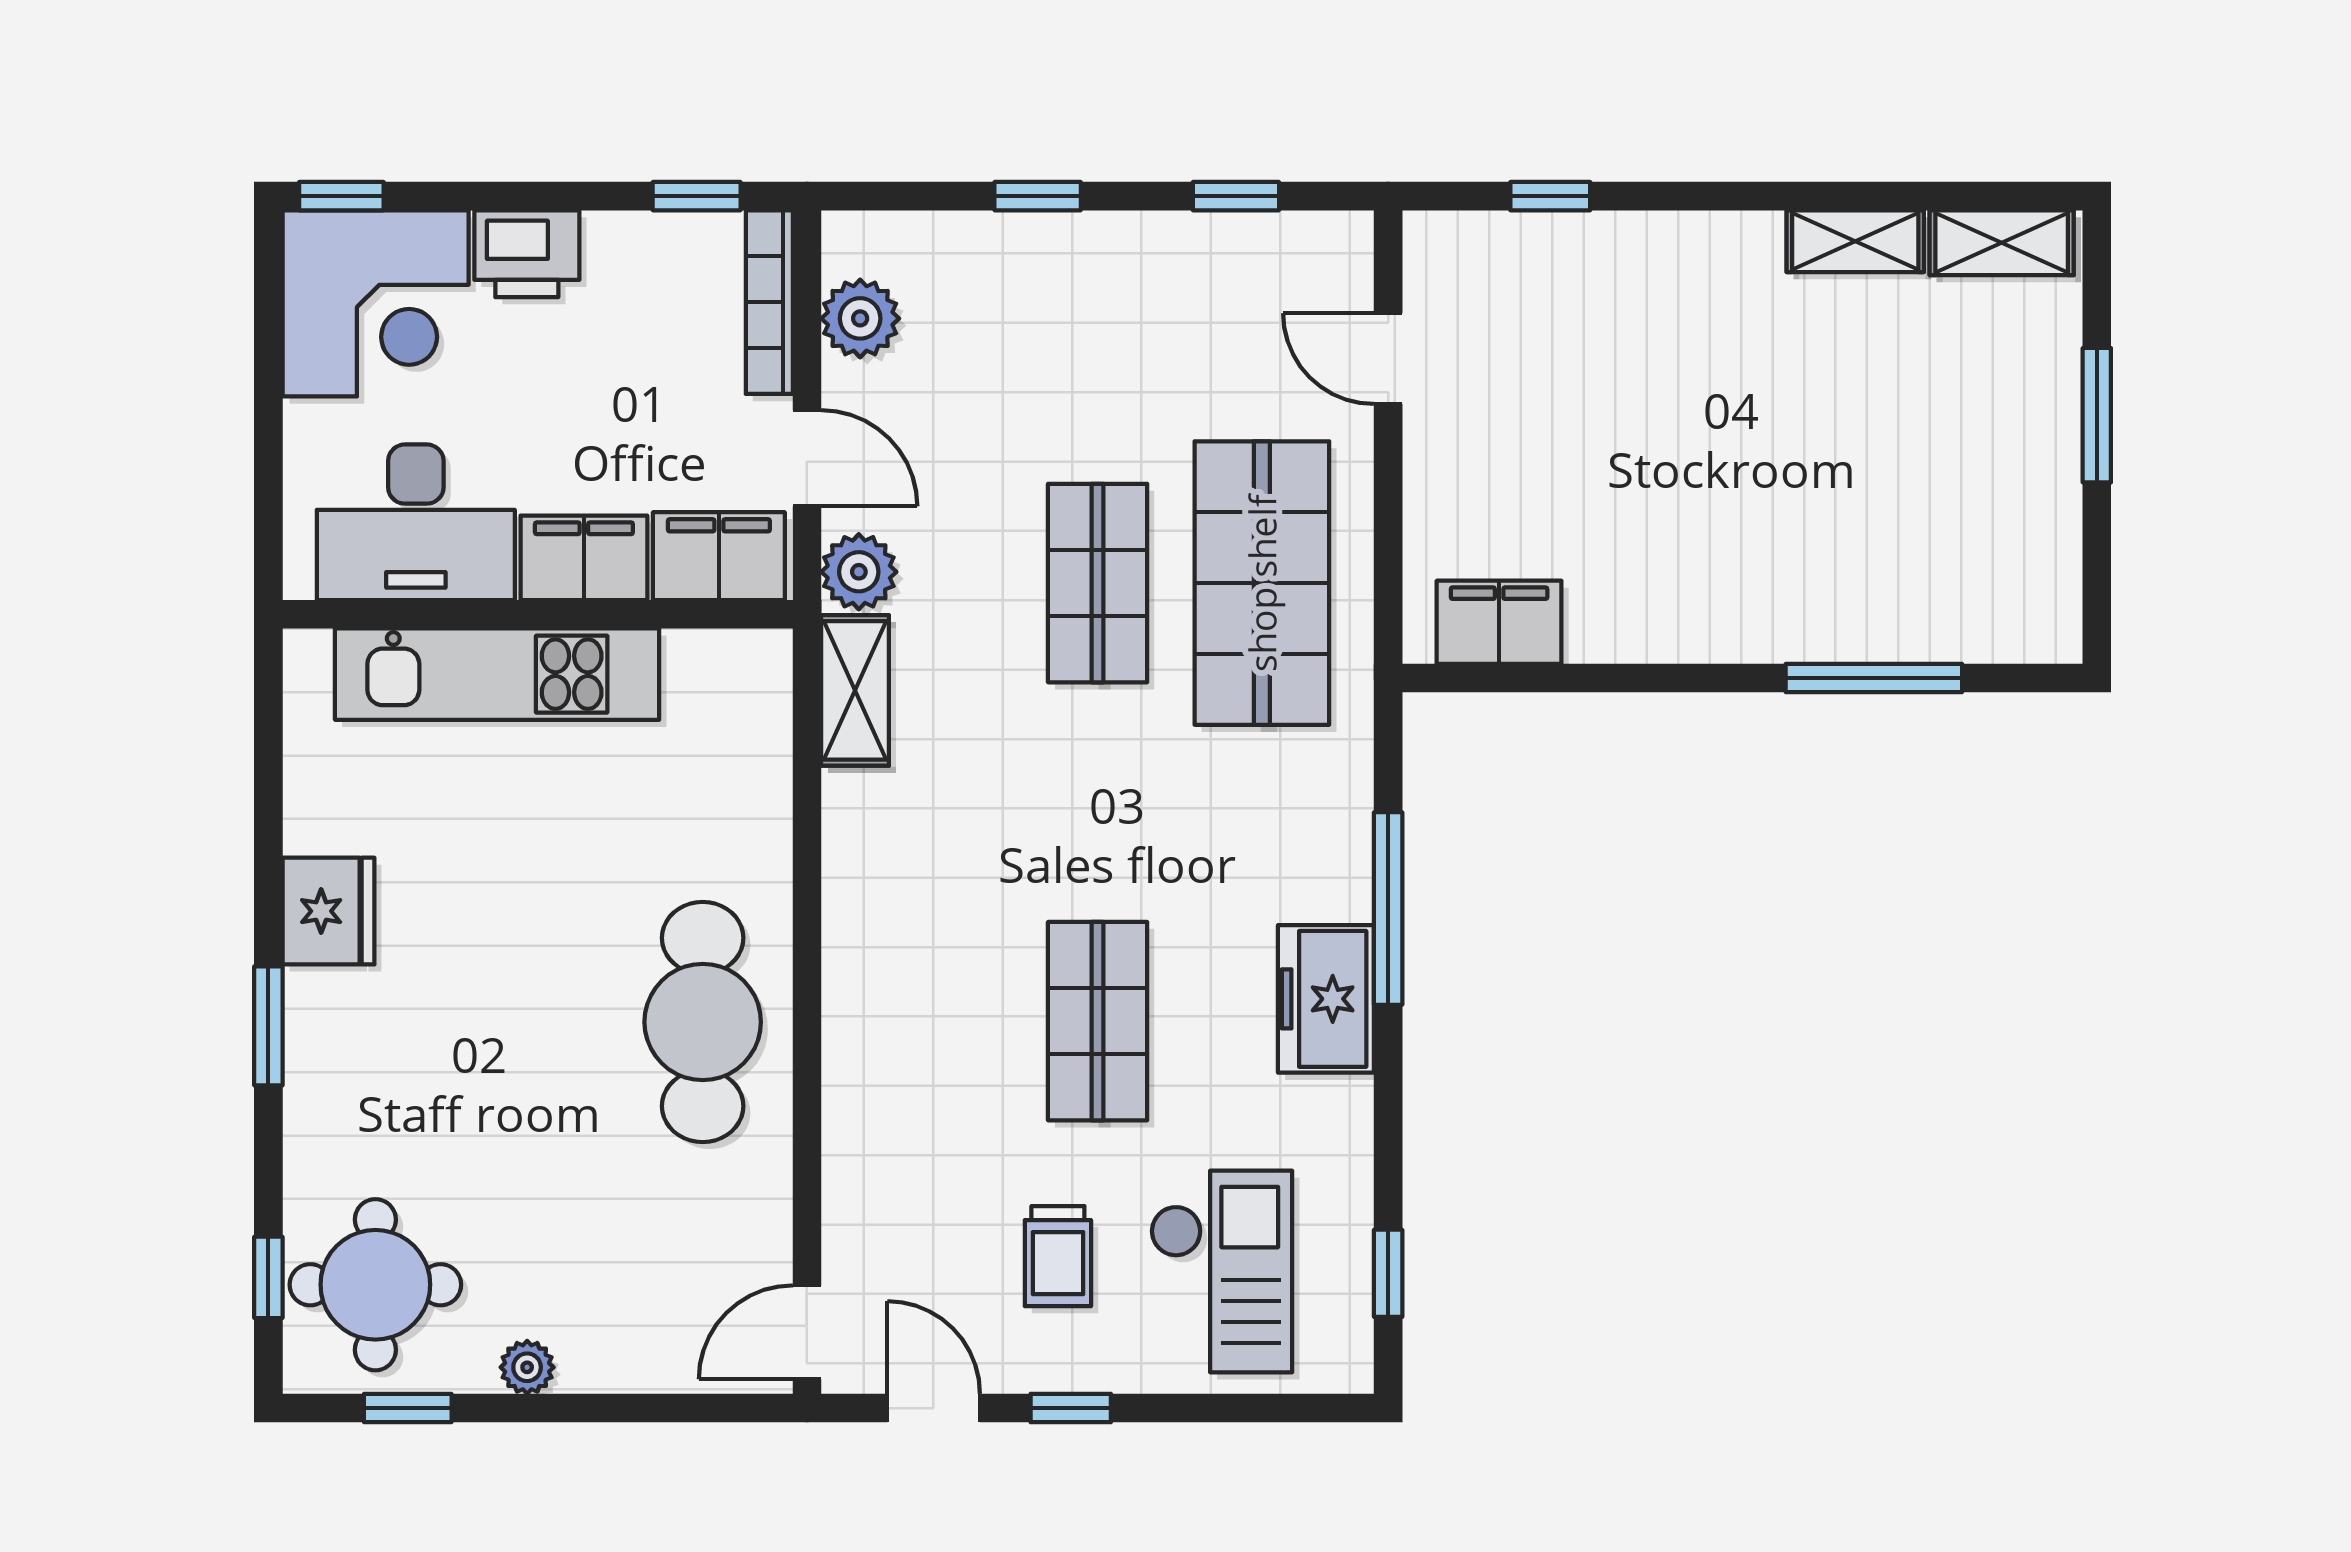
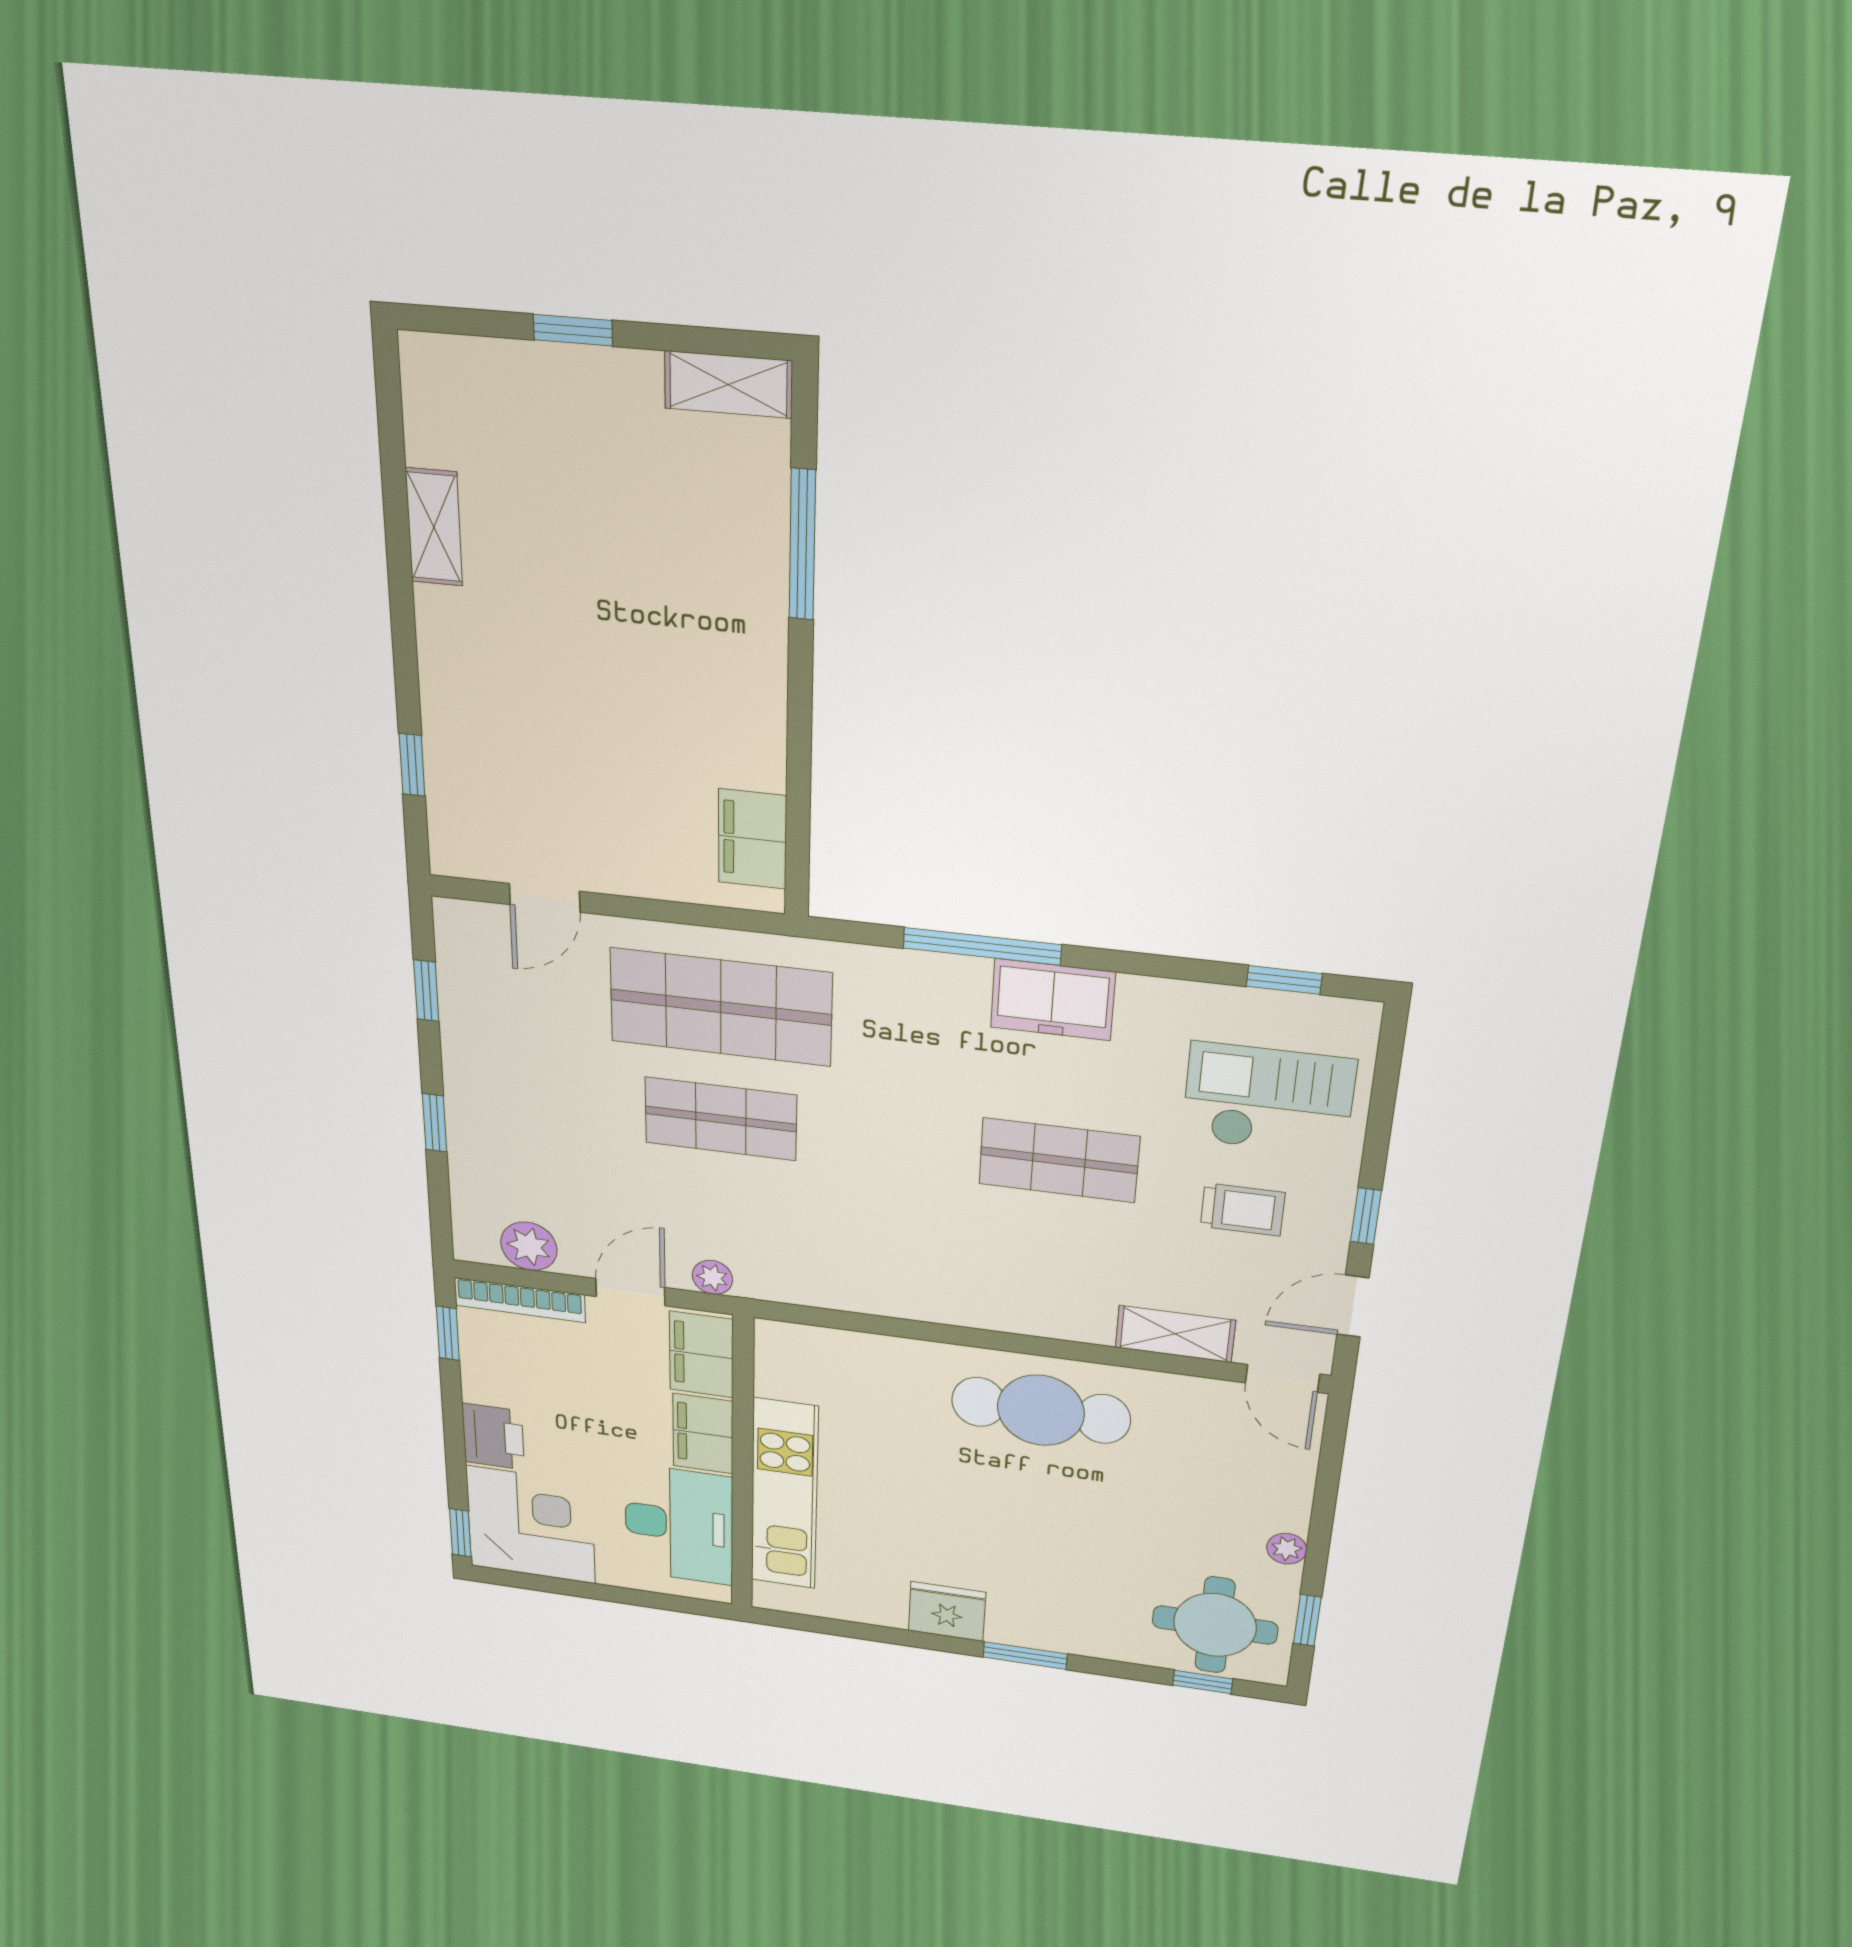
shelving: (2002, 243) -> (728, 385), moved, turned 90
window: (2097, 415) -> (573, 330), width x0.67
plant: (859, 572) -> (712, 1277), width x0.73, depth x0.73
shelving: (855, 690) -> (1175, 1334), moved

